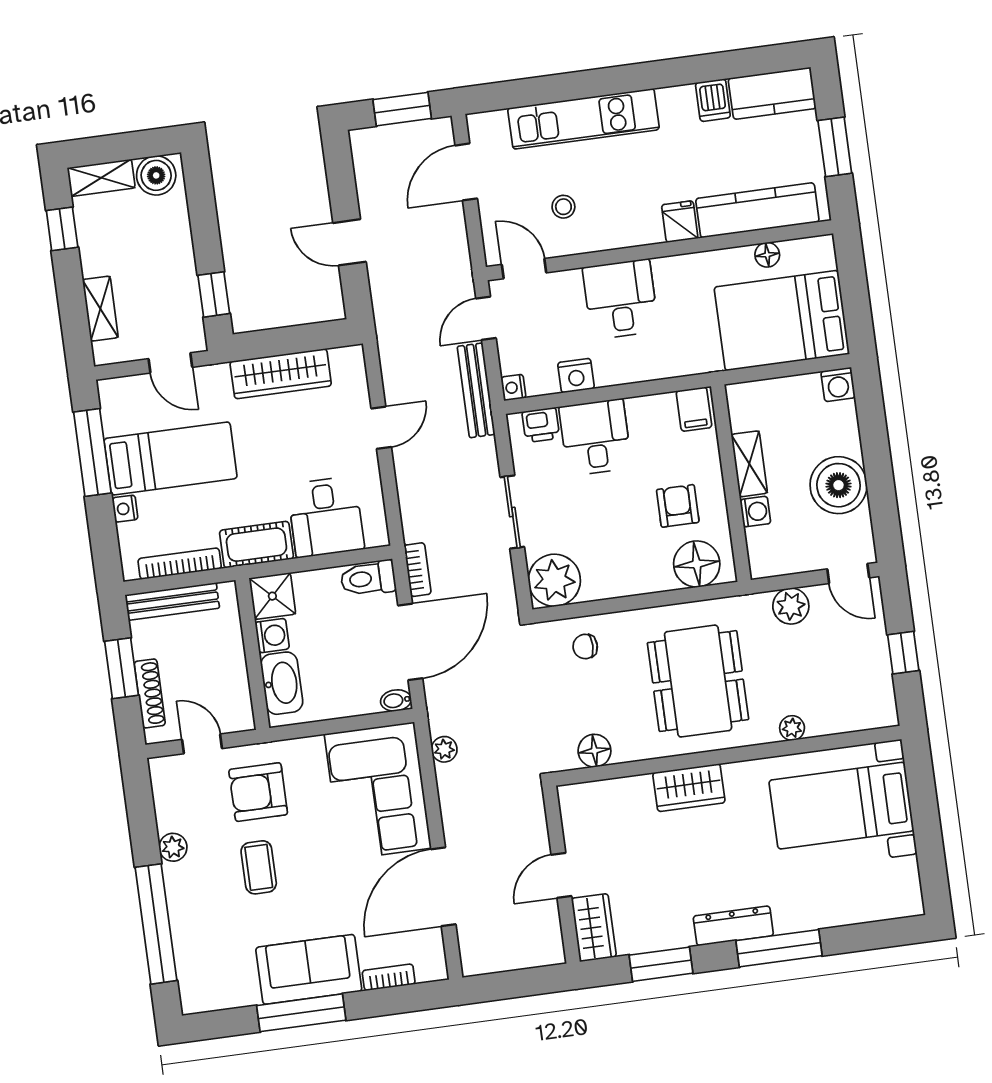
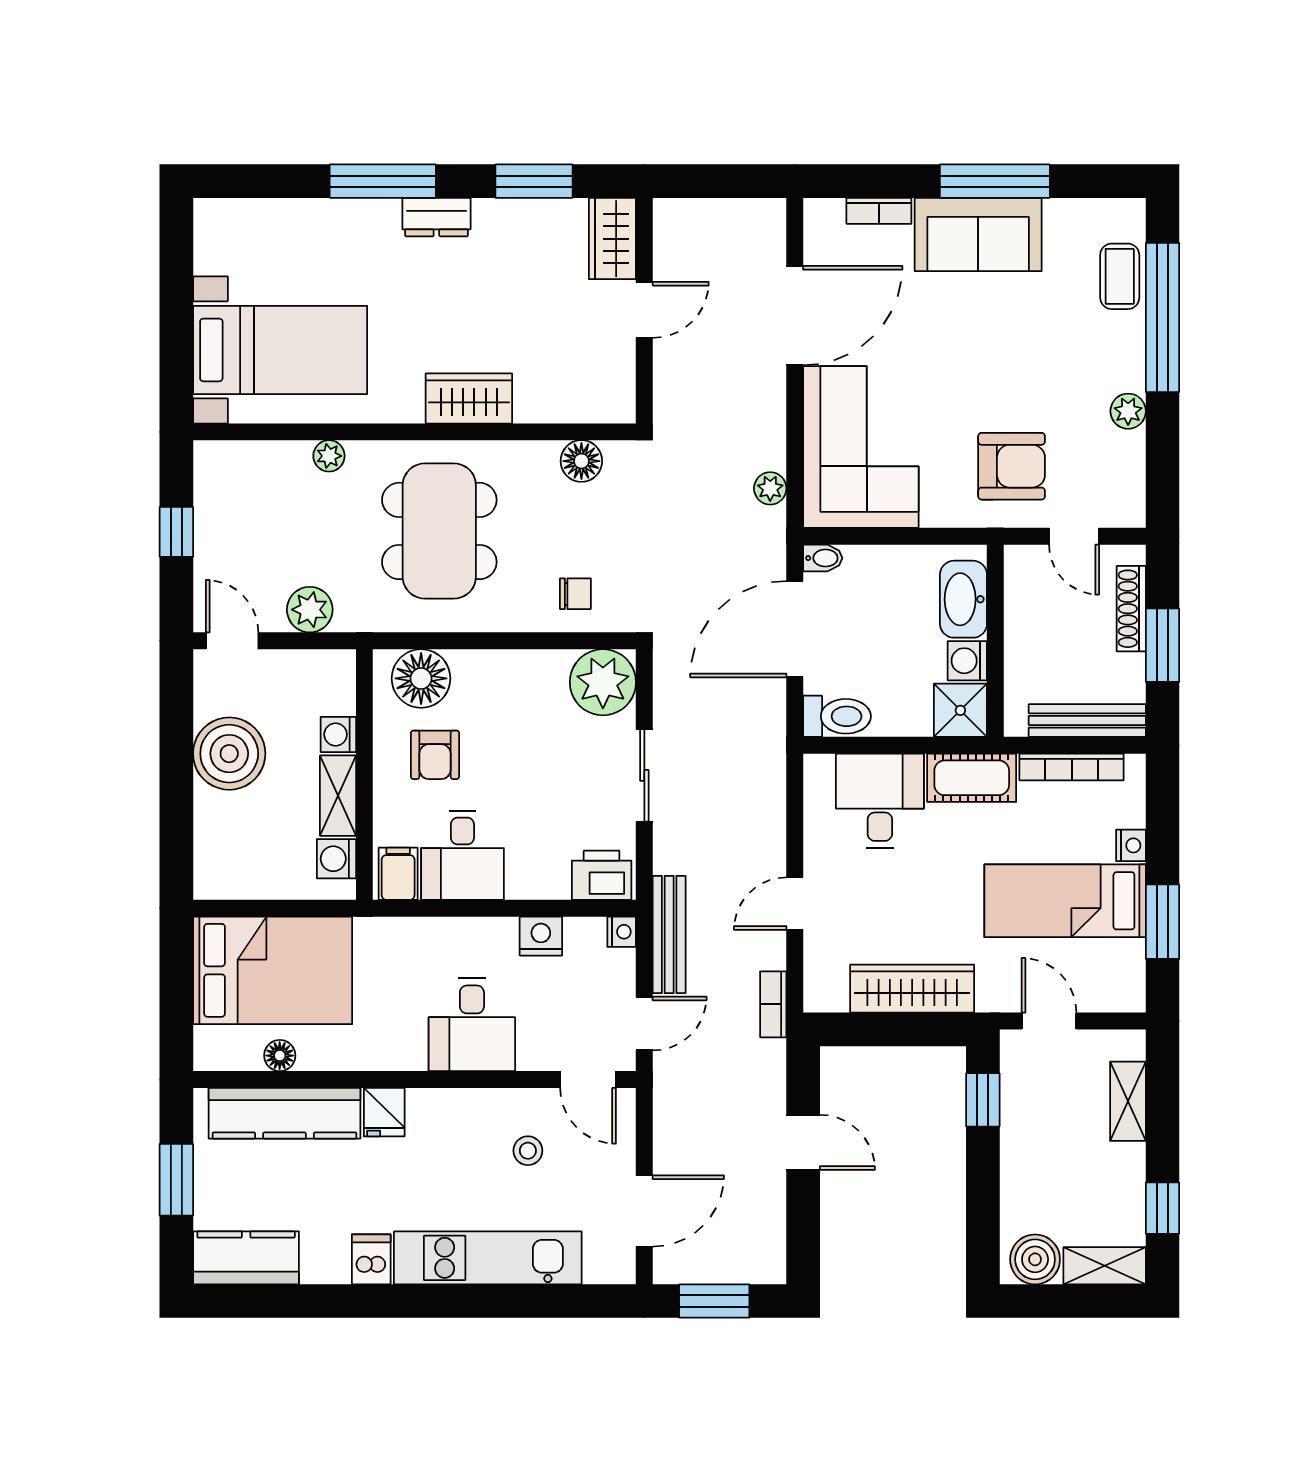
dishwasher: (713, 100) -> (371, 1259), moved
washing machine: (838, 385) -> (336, 859), moved, turned -90
printer: (541, 425) -> (602, 875), width x1.36, depth x1.24
desk: (595, 437) -> (462, 855), moved
window: (92, 452) -> (1162, 922), width x0.69
bookcase: (418, 570) -> (773, 1004), moved
coffee table: (259, 867) -> (1120, 276), moved
dresser: (733, 926) -> (436, 217), width x0.70

